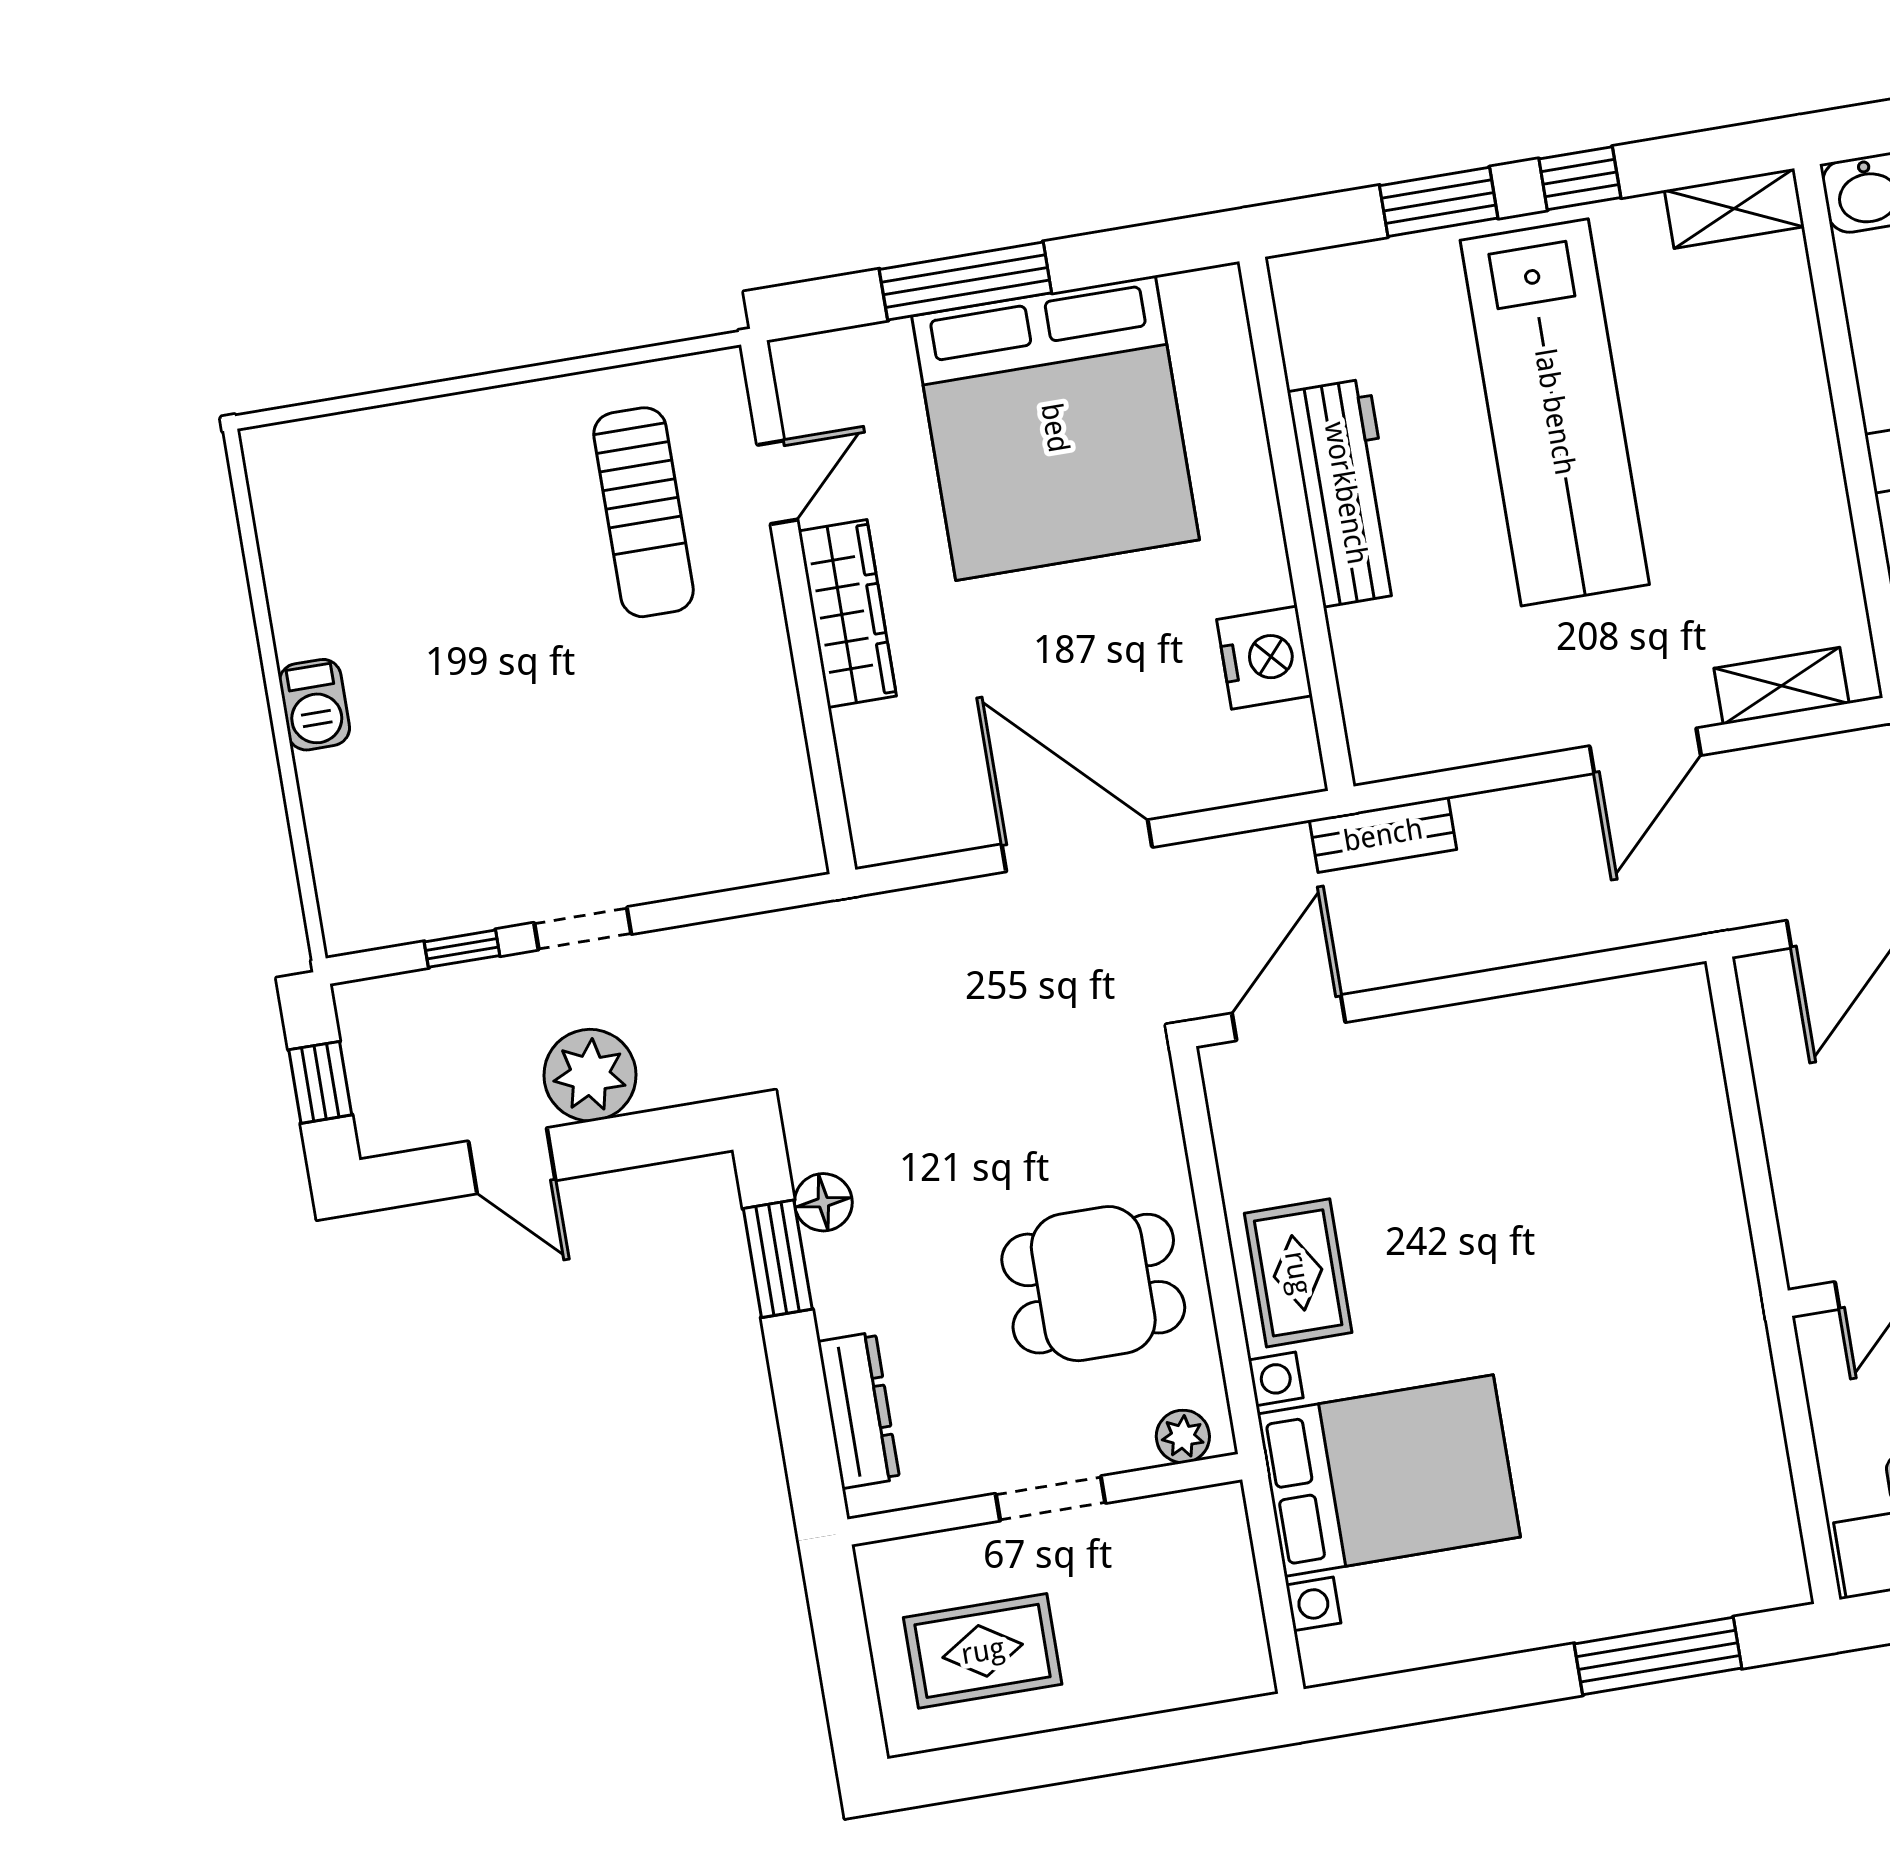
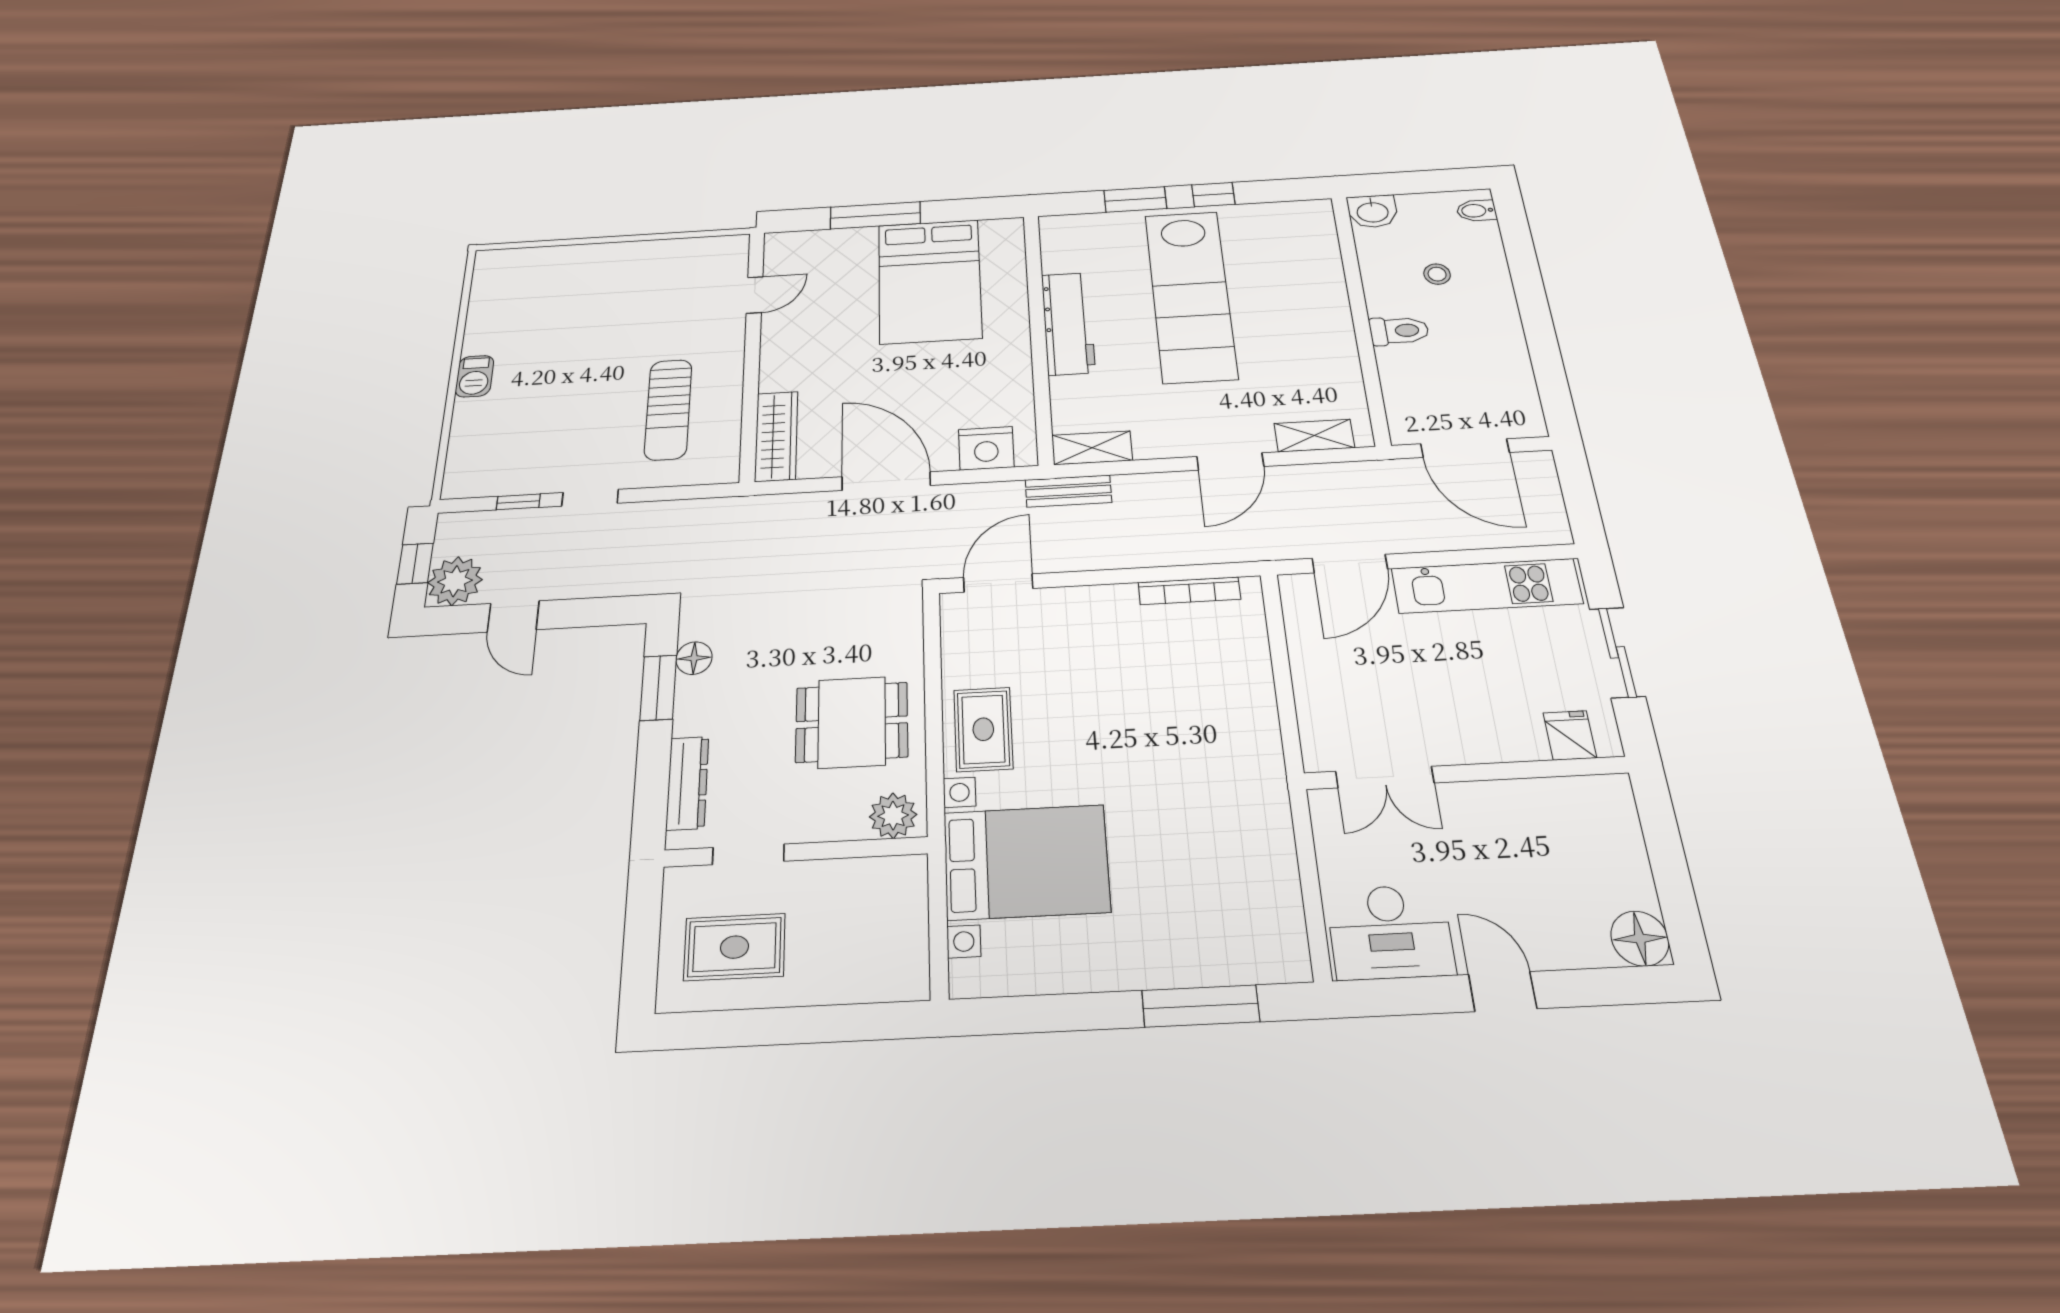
shelving: (1734, 208) -> (1092, 448), moved
bed: (1055, 428) -> (929, 281), width x0.73
sun lounger: (644, 512) -> (668, 409), moved
wardrobe: (847, 613) -> (776, 436), moved
nightstand: (1264, 658) -> (986, 448), moved, turned 90
bookcase: (1595, 1000) -> (1189, 591), added
plant: (590, 1075) -> (455, 581), moved
plant: (1183, 1436) -> (893, 816), width x1.38, depth x1.38
doorway: (1051, 1498) -> (748, 854), moved

